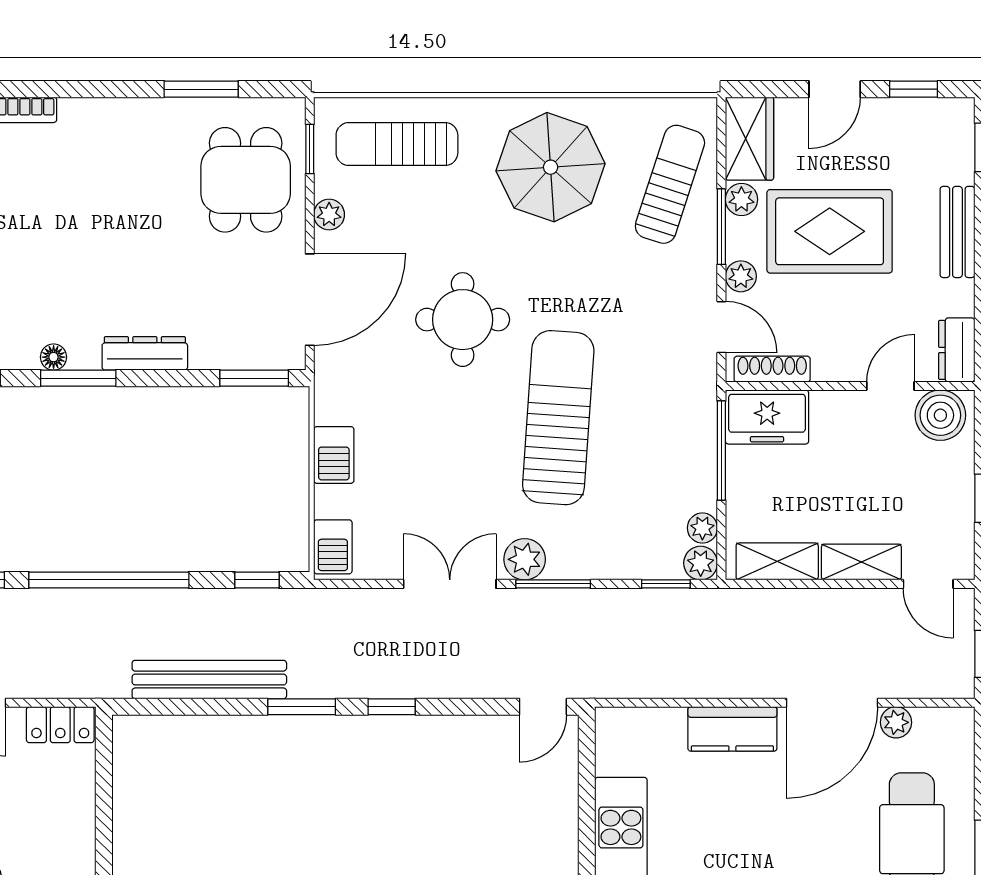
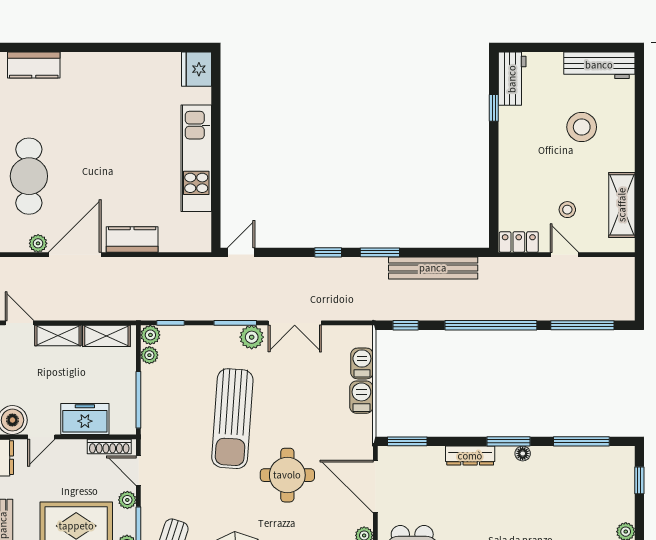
door: (310, 300) -> (375, 487), hinge flipped
freezer: (767, 417) -> (85, 419), moved
barbecue: (333, 547) -> (362, 363), moved

